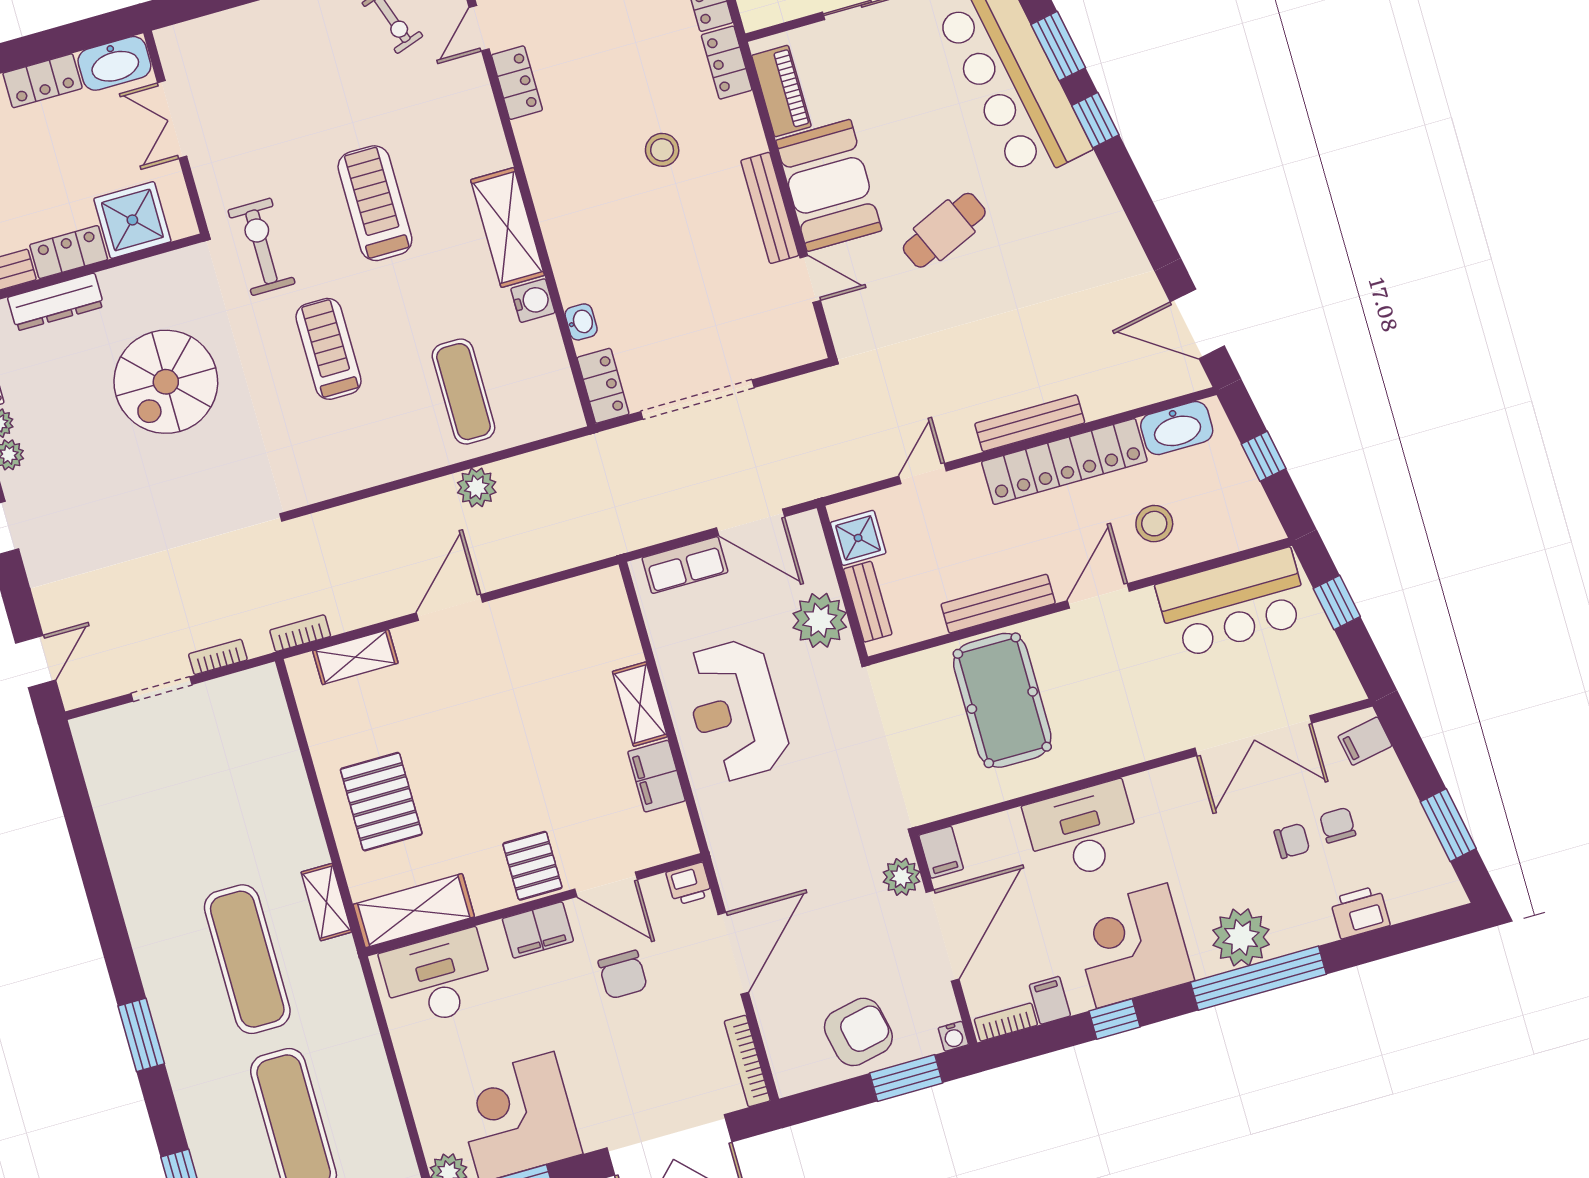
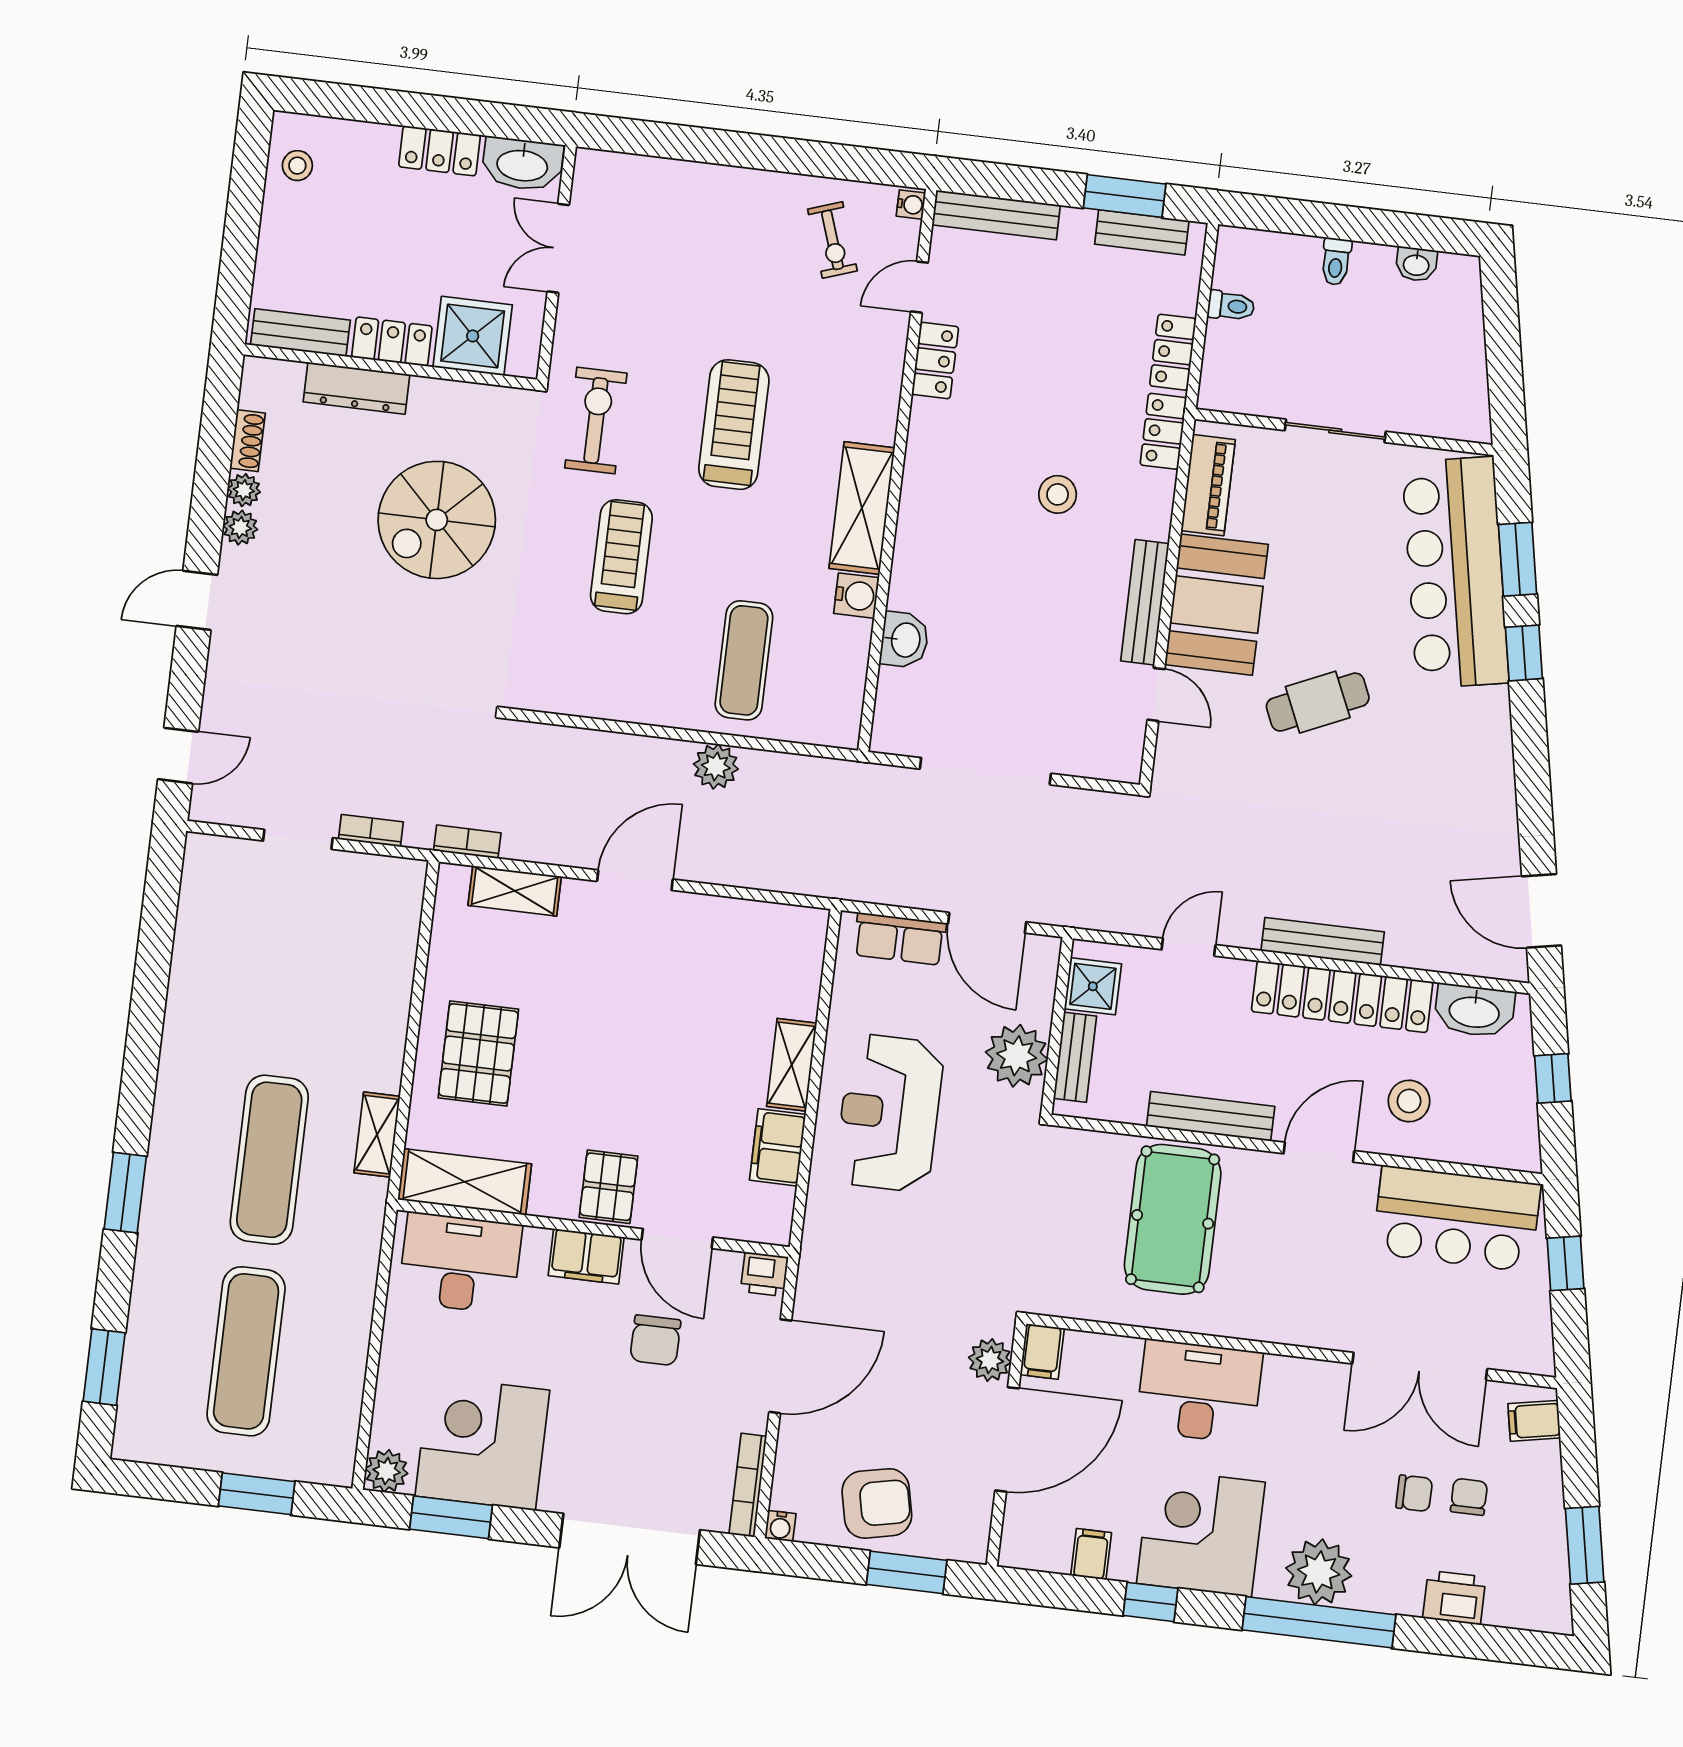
washbasin: (581, 322) -> (904, 640), width x1.38, depth x1.45
locker: (603, 386) -> (893, 715), removed
bookcase: (1006, 1022) -> (1036, 1558), removed
water cooler: (953, 1036) -> (780, 1526), moved

